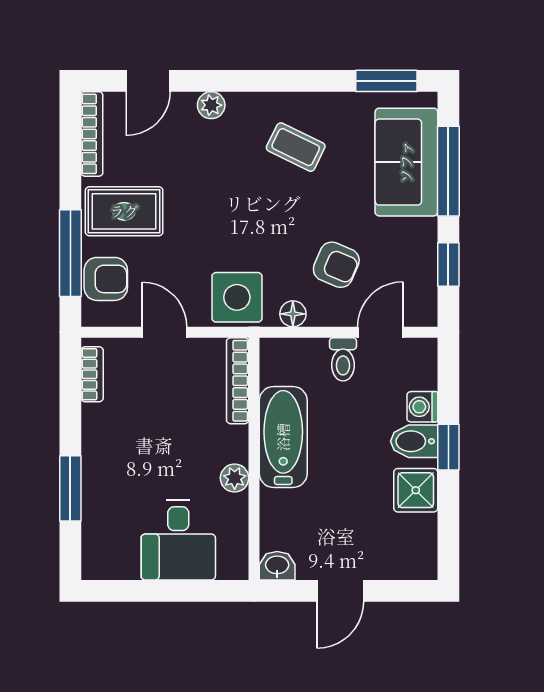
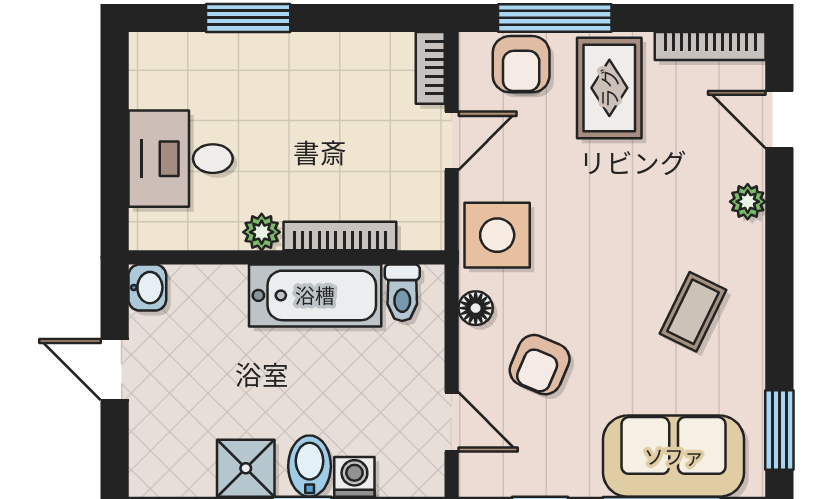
toilet: (343, 359) -> (402, 293), moved, turned -90
bookcase: (92, 374) -> (430, 68), moved, turned 90
bookcase: (238, 381) -> (340, 236), moved

